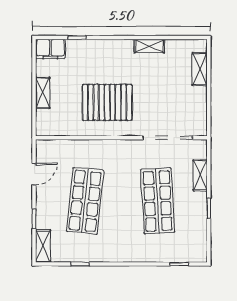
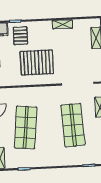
pallet: (84, 60) -> (20, 36), added

